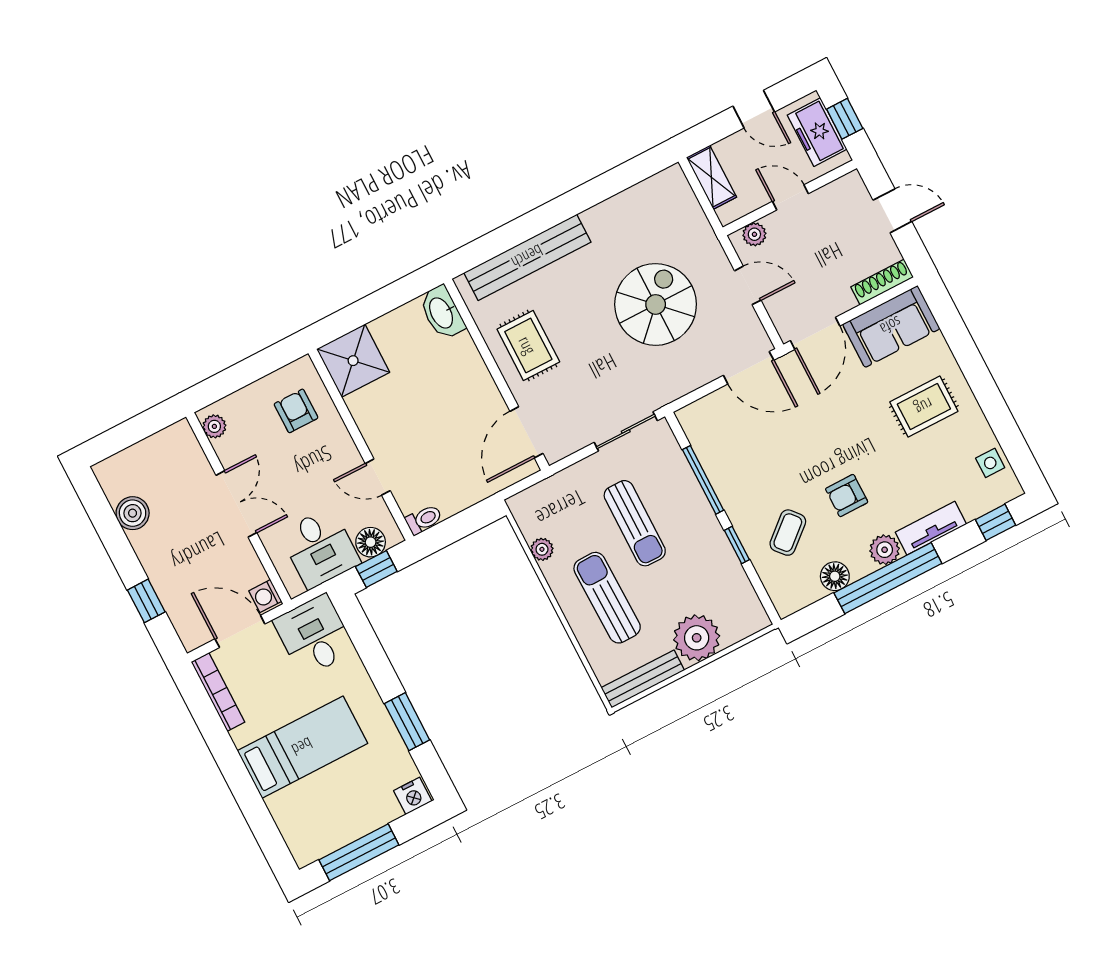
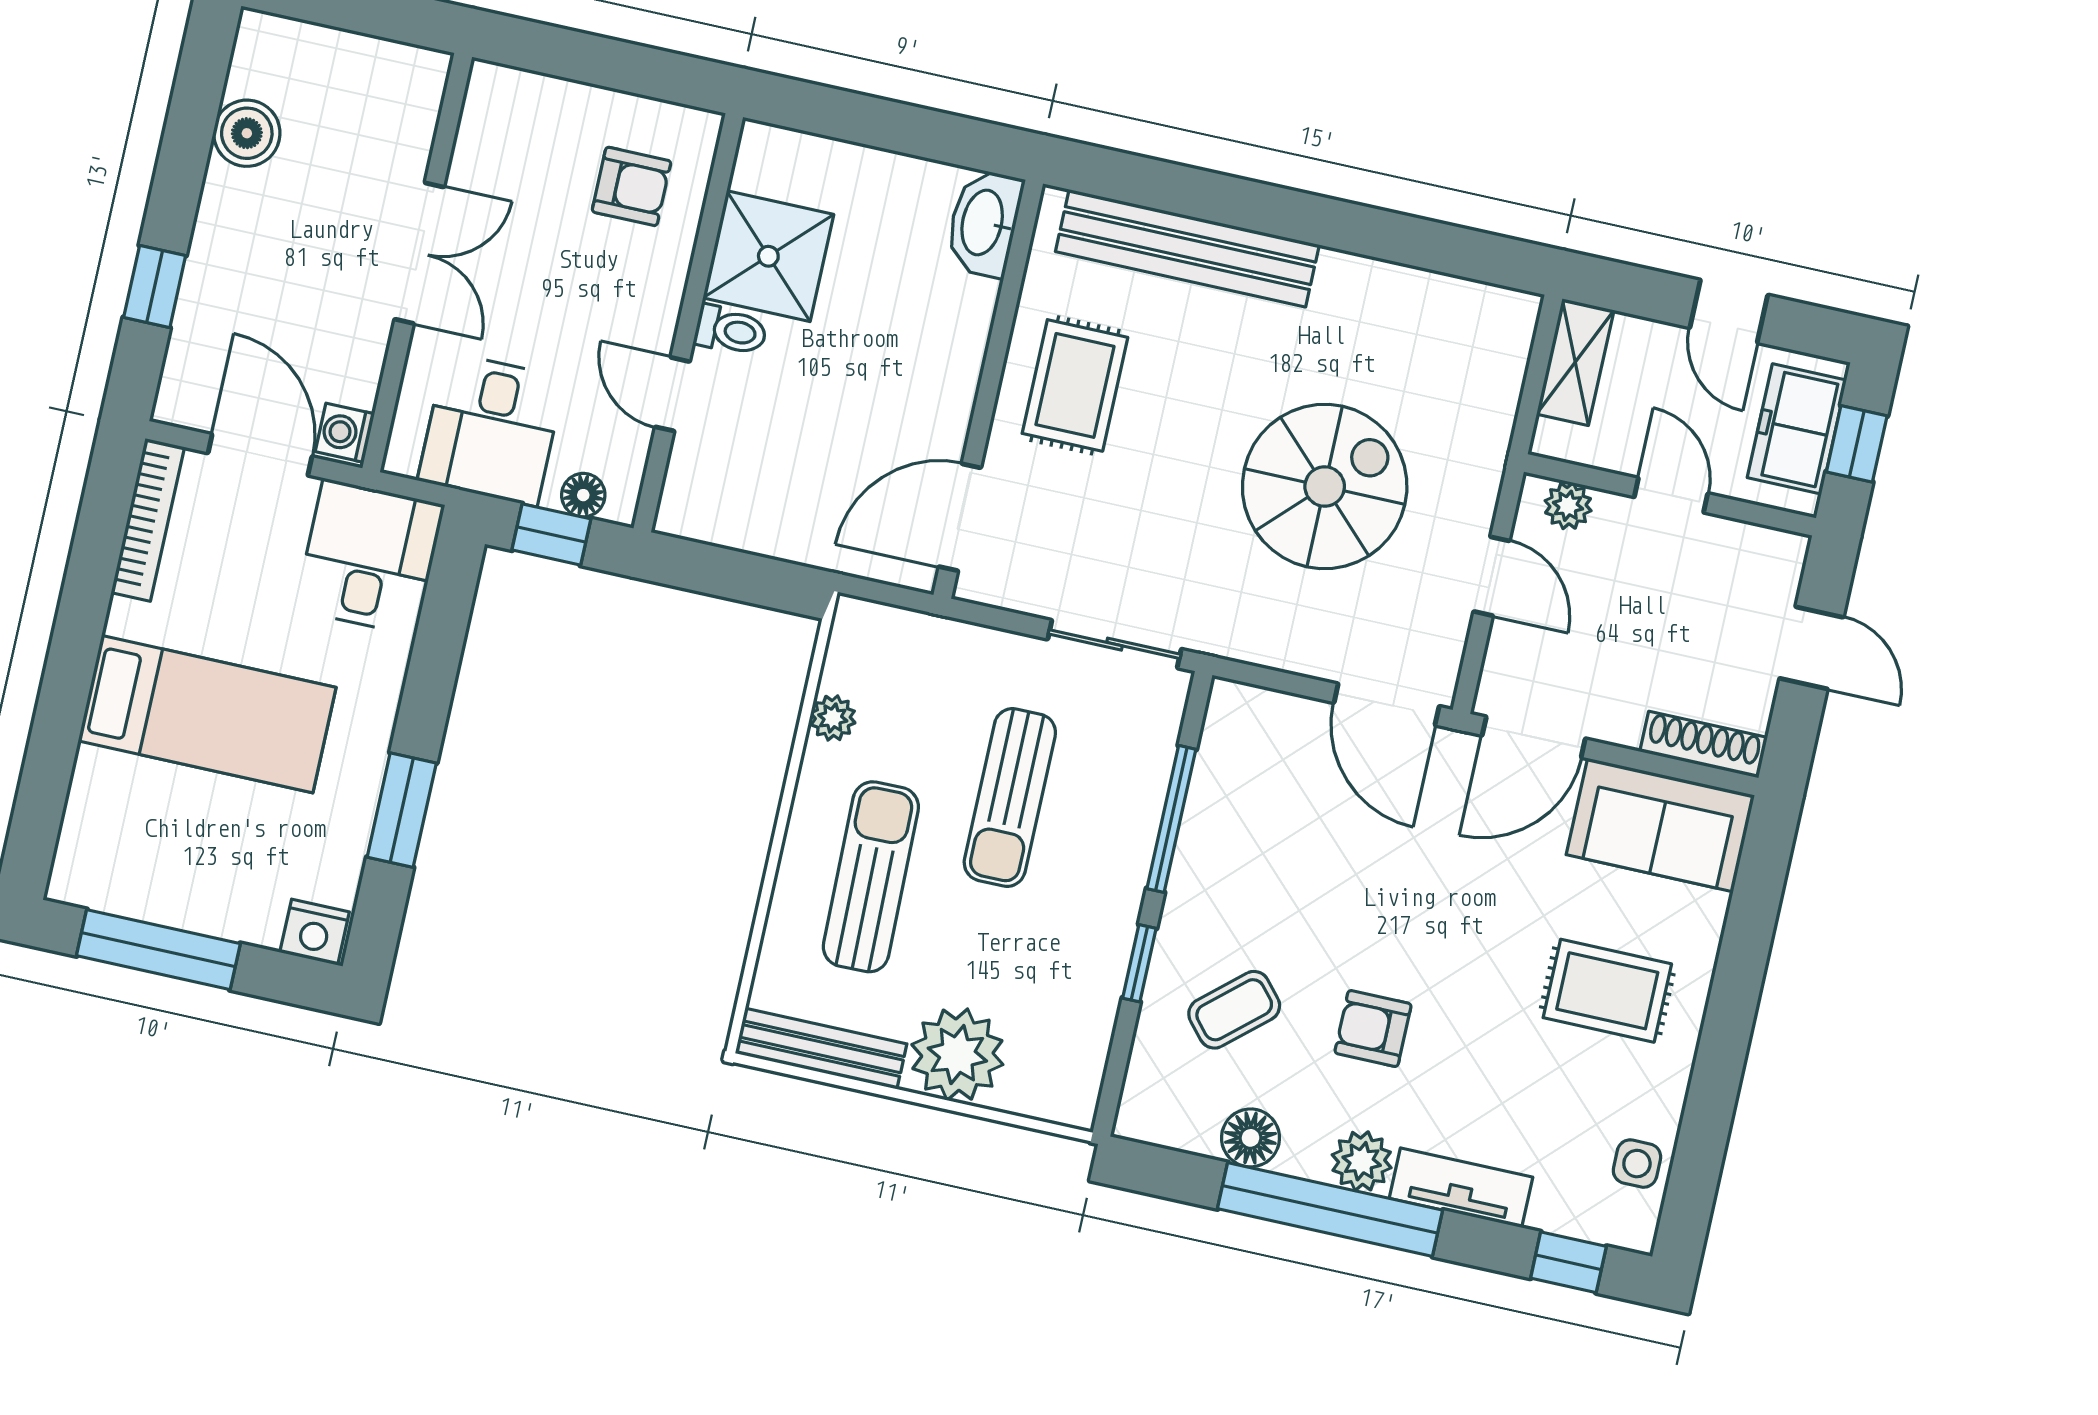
shower: (353, 361) -> (768, 256), moved
armchair: (296, 411) -> (631, 186), turned 90
plant: (214, 426) -> (485, 105), removed
toilet: (424, 519) -> (731, 330), moved
floor lamp: (371, 542) -> (583, 495), width x0.73, depth x0.73

